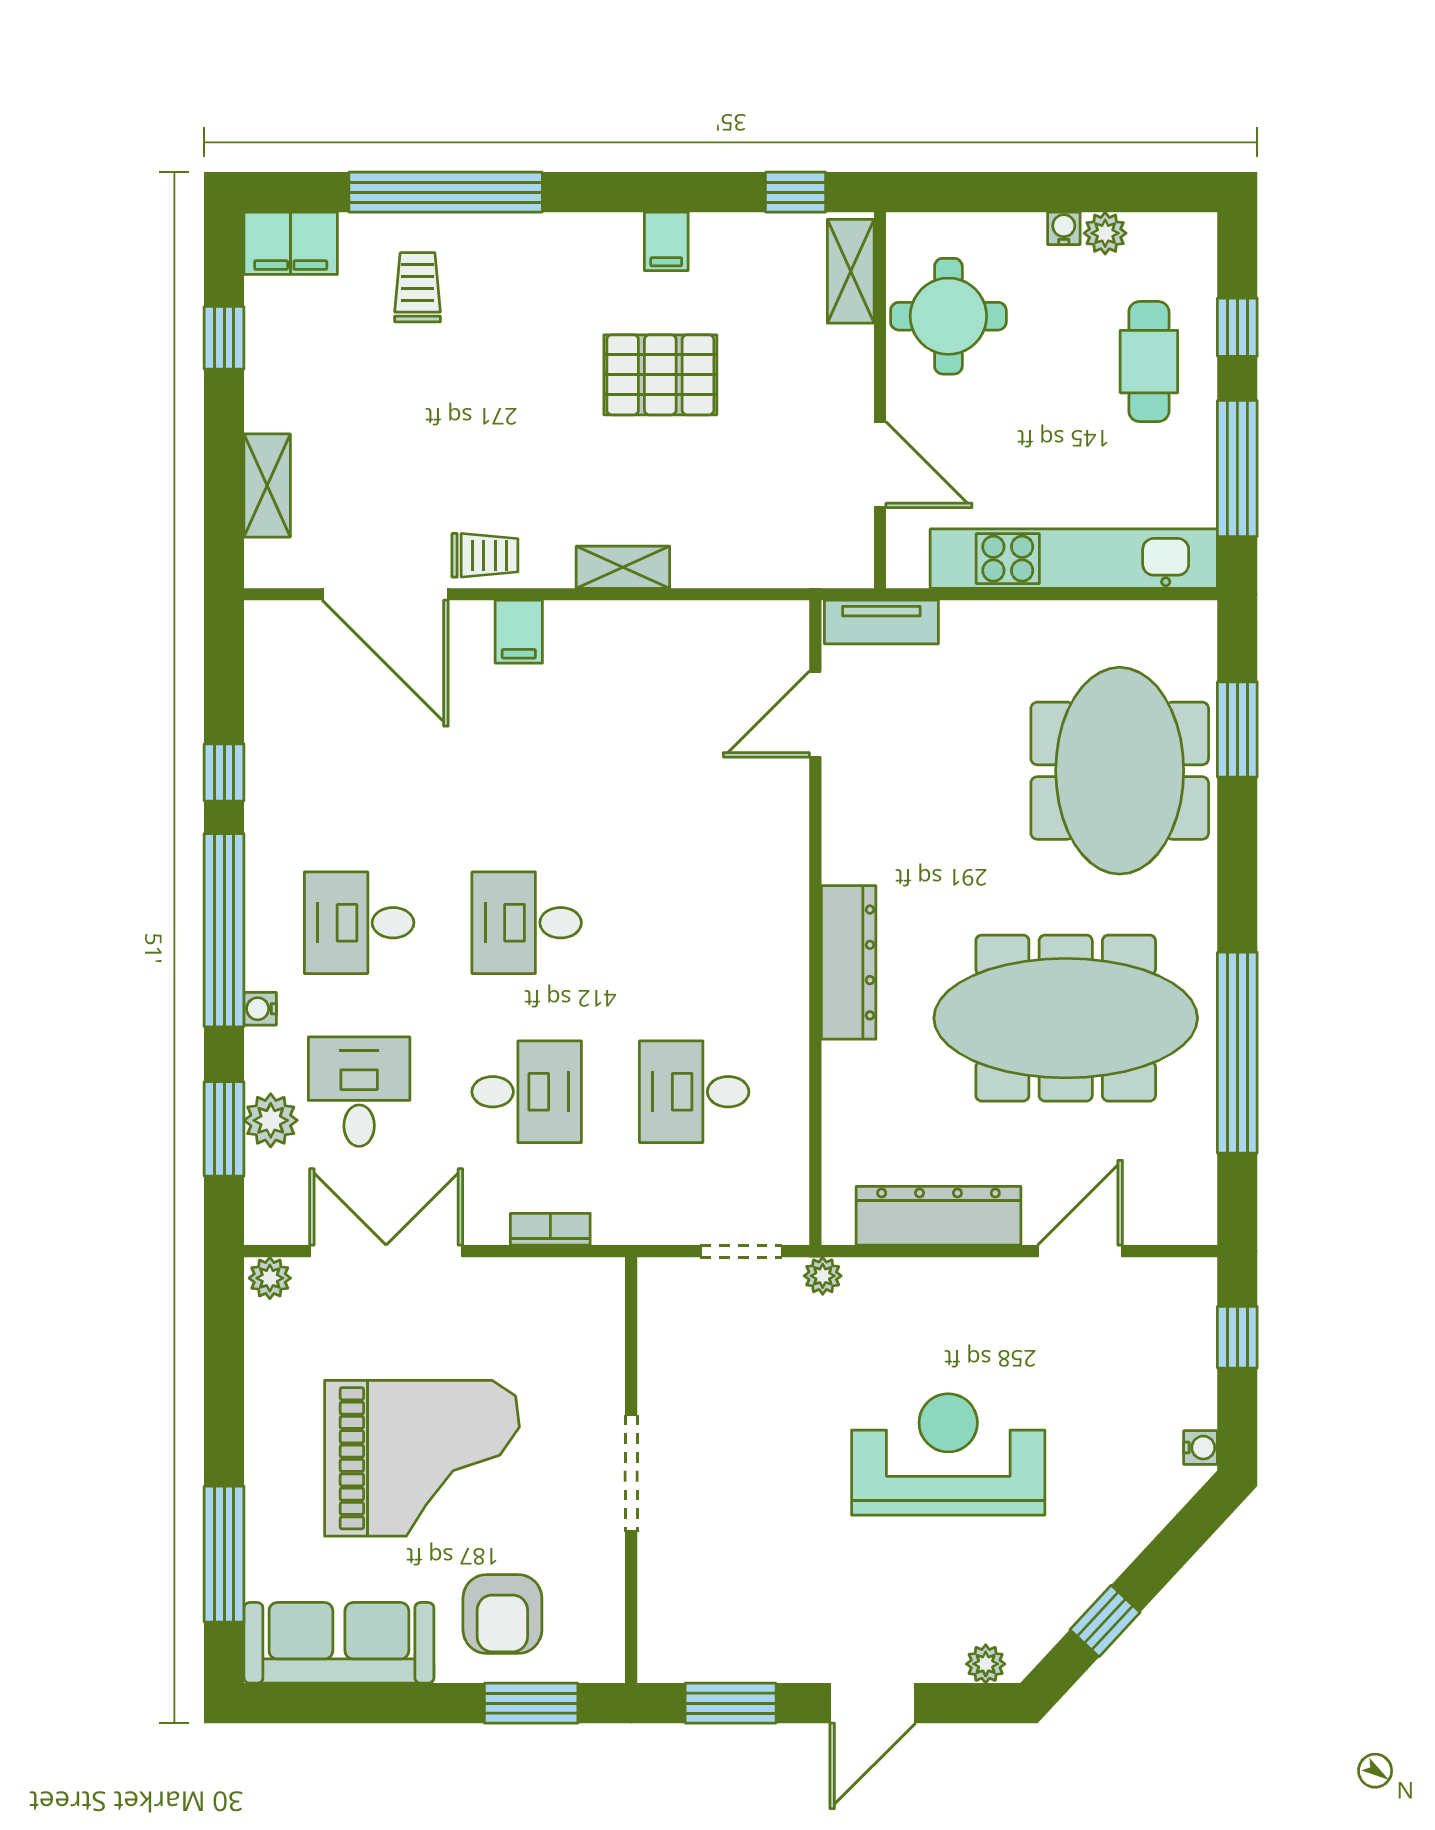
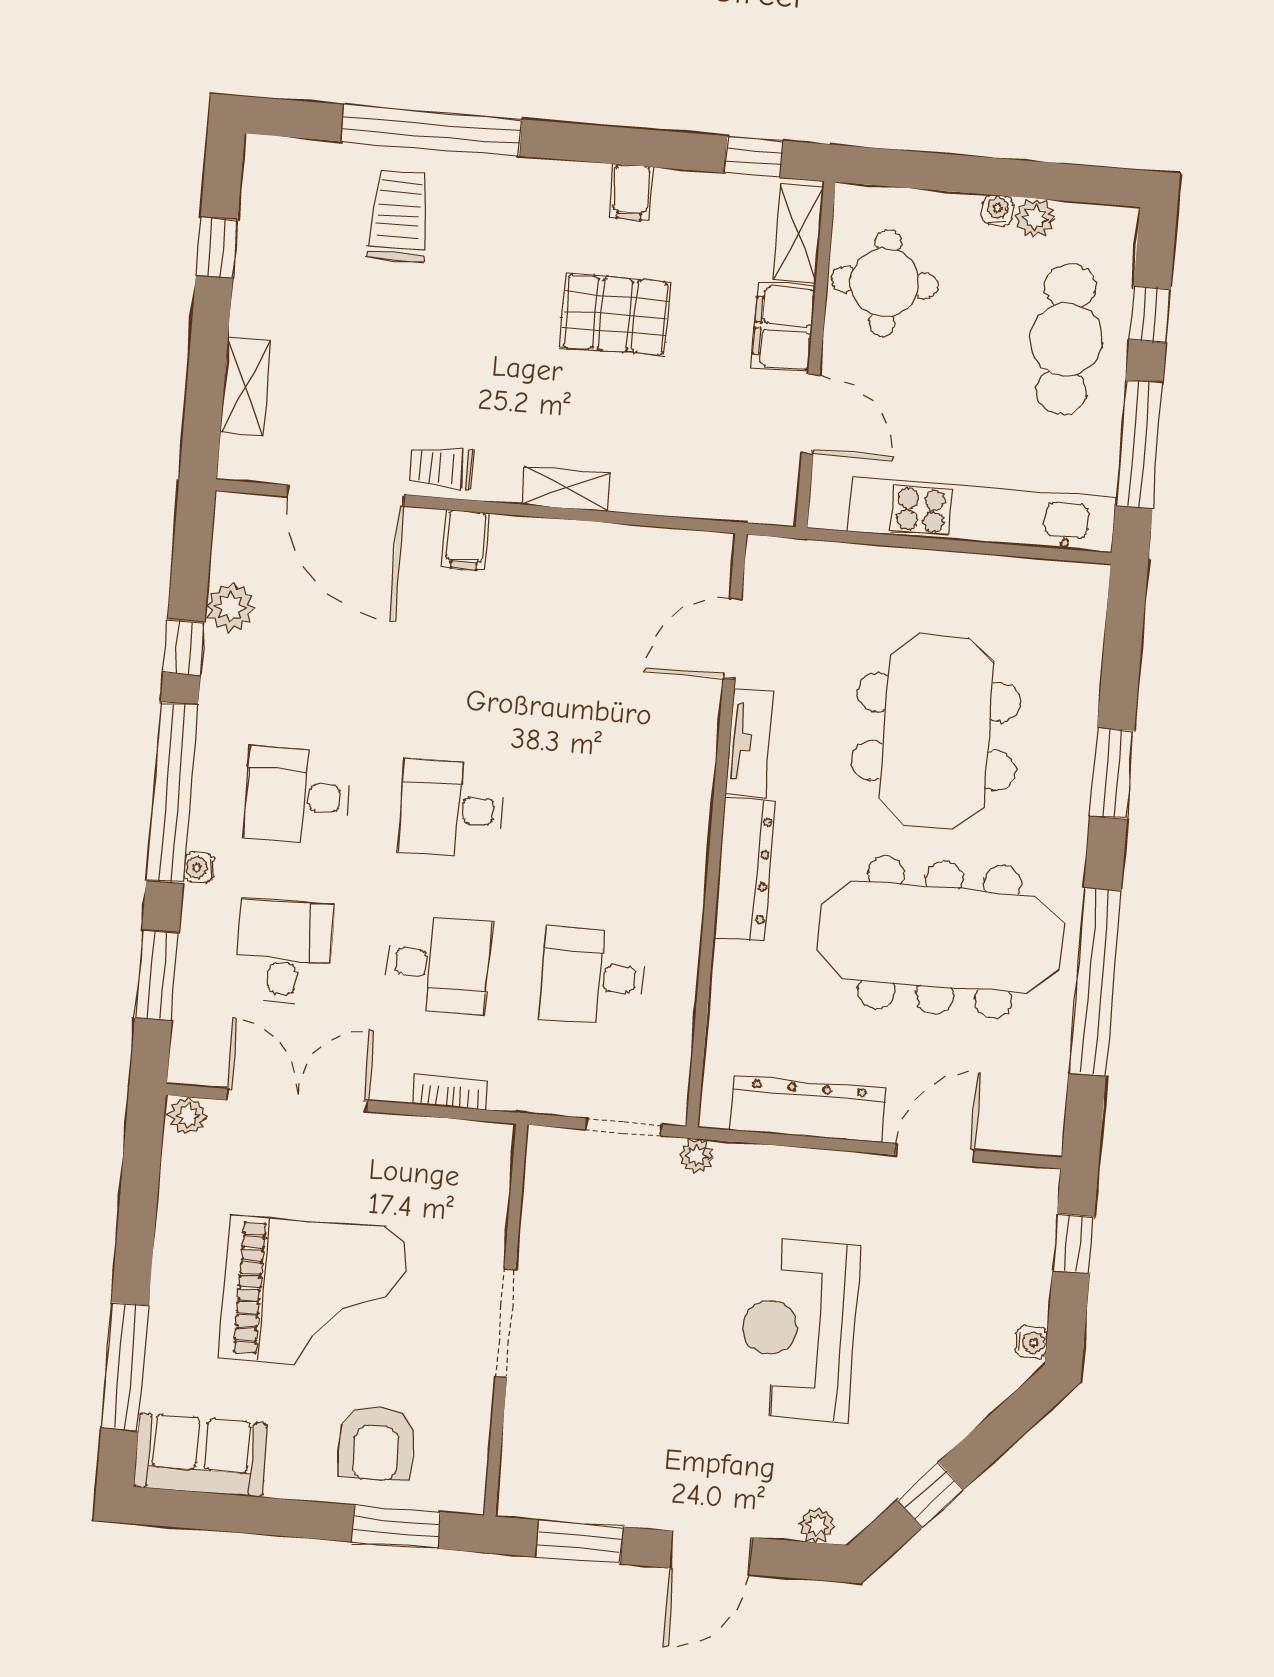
filing cabinet: (291, 243) -> (783, 328), moved, turned 90
trolley: (418, 287) -> (399, 216), width x1.36, depth x1.39
cafe table: (1149, 362) -> (1066, 339), width x1.37, depth x1.35
trolley: (485, 555) -> (440, 467), turned 180
tv unit: (881, 622) -> (749, 742), moved, turned -90
window: (1237, 729) -> (1112, 773), moved
meeting table: (1120, 771) -> (936, 731), moved
plant: (271, 1120) -> (230, 607), moved
reception desk: (948, 1454) -> (799, 1330), turned -90
sofa: (339, 1643) -> (201, 1455), width x0.73

